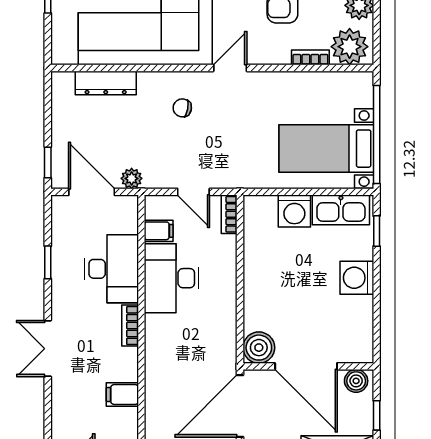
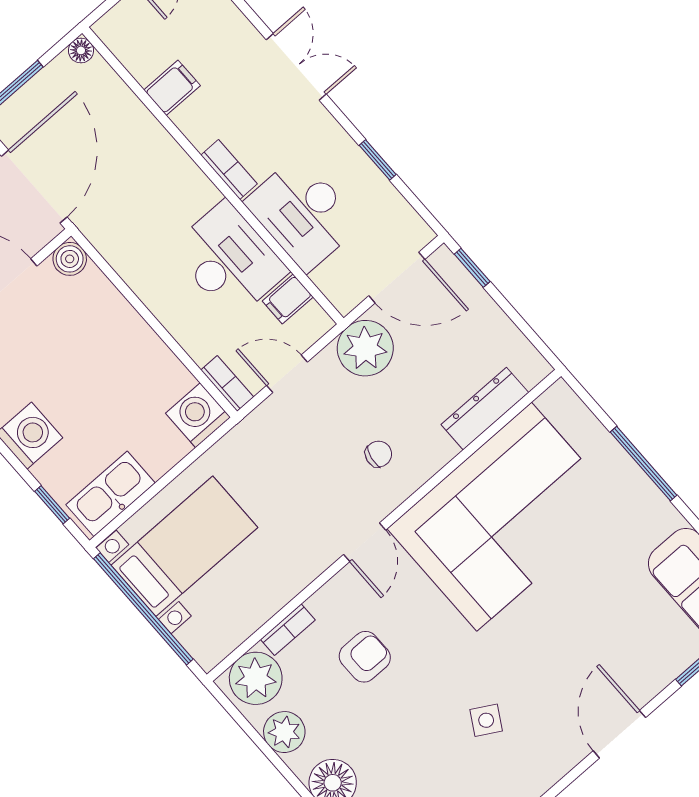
plant: (132, 178) -> (365, 348), width x1.87, depth x1.87
washing machine: (294, 211) -> (198, 415), moved
boiler: (259, 348) -> (70, 259), width x0.73, depth x0.73

